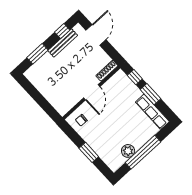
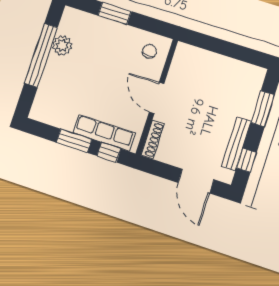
row of seats: (152, 112) -> (104, 133), moved

